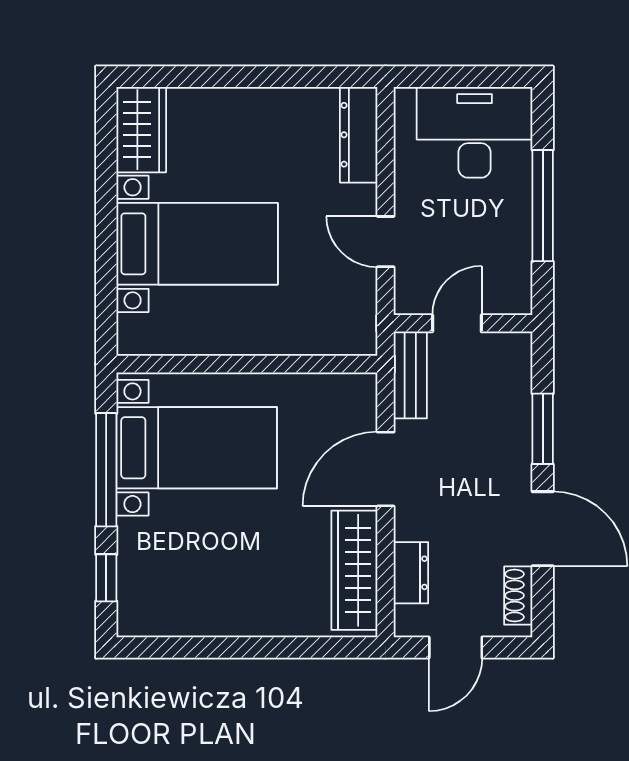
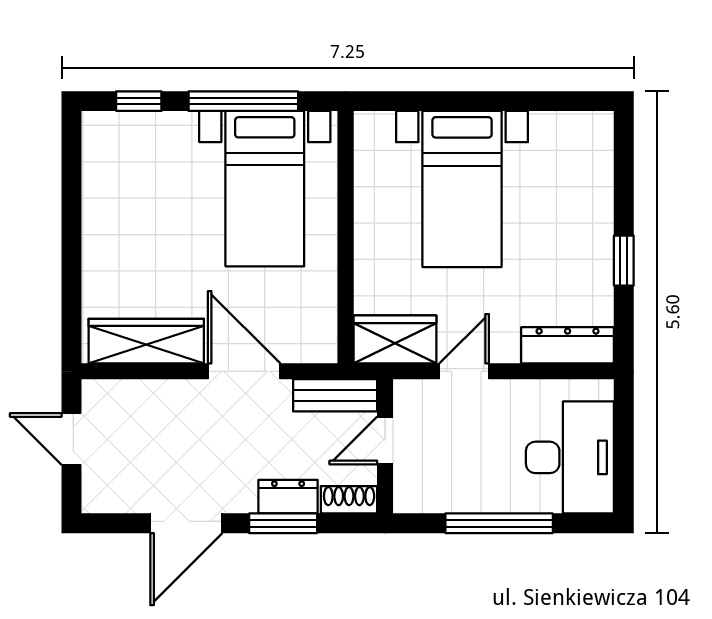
window: (271, 77) -> (624, 261), added
wardrobe: (141, 130) -> (395, 339), moved, turned 180
door: (457, 323) -> (385, 440), swing flipped
dresser: (411, 573) -> (288, 497), moved, turned 180
shoe rack: (518, 596) -> (349, 500), moved

